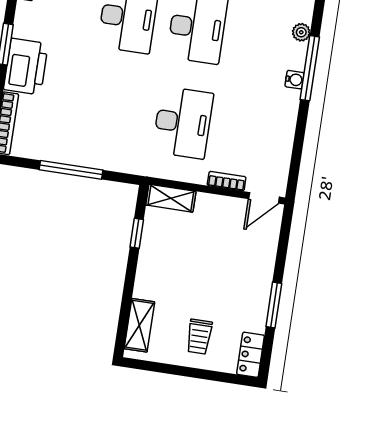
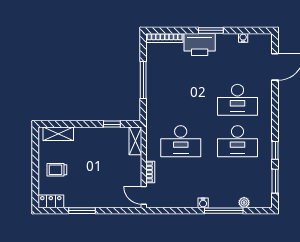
water cooler: (295, 80) -> (203, 203), moved

